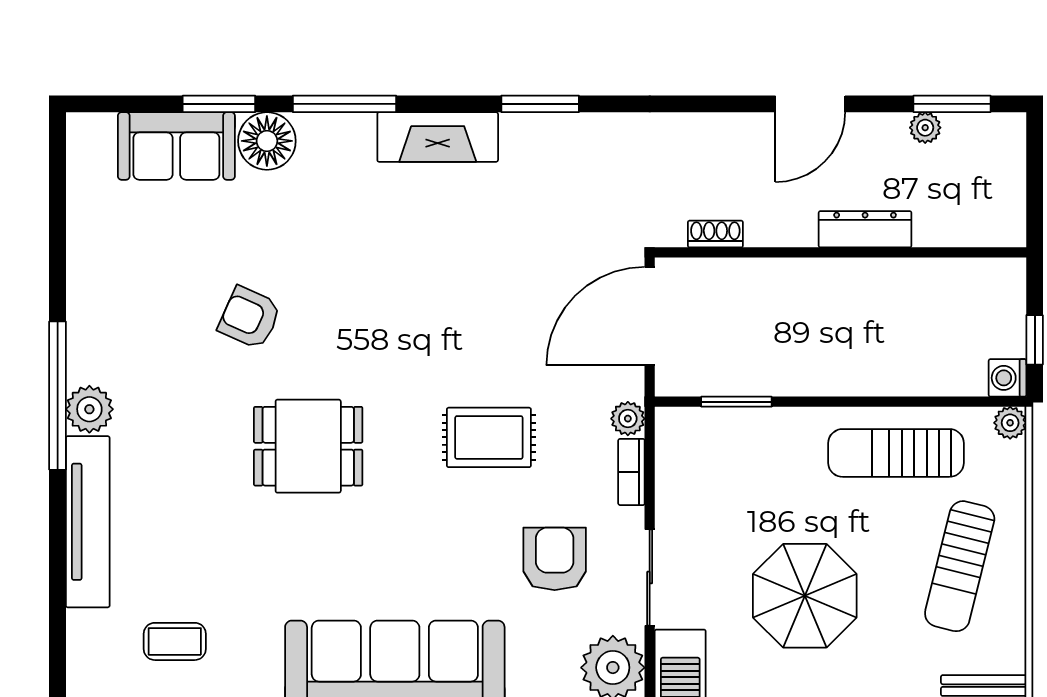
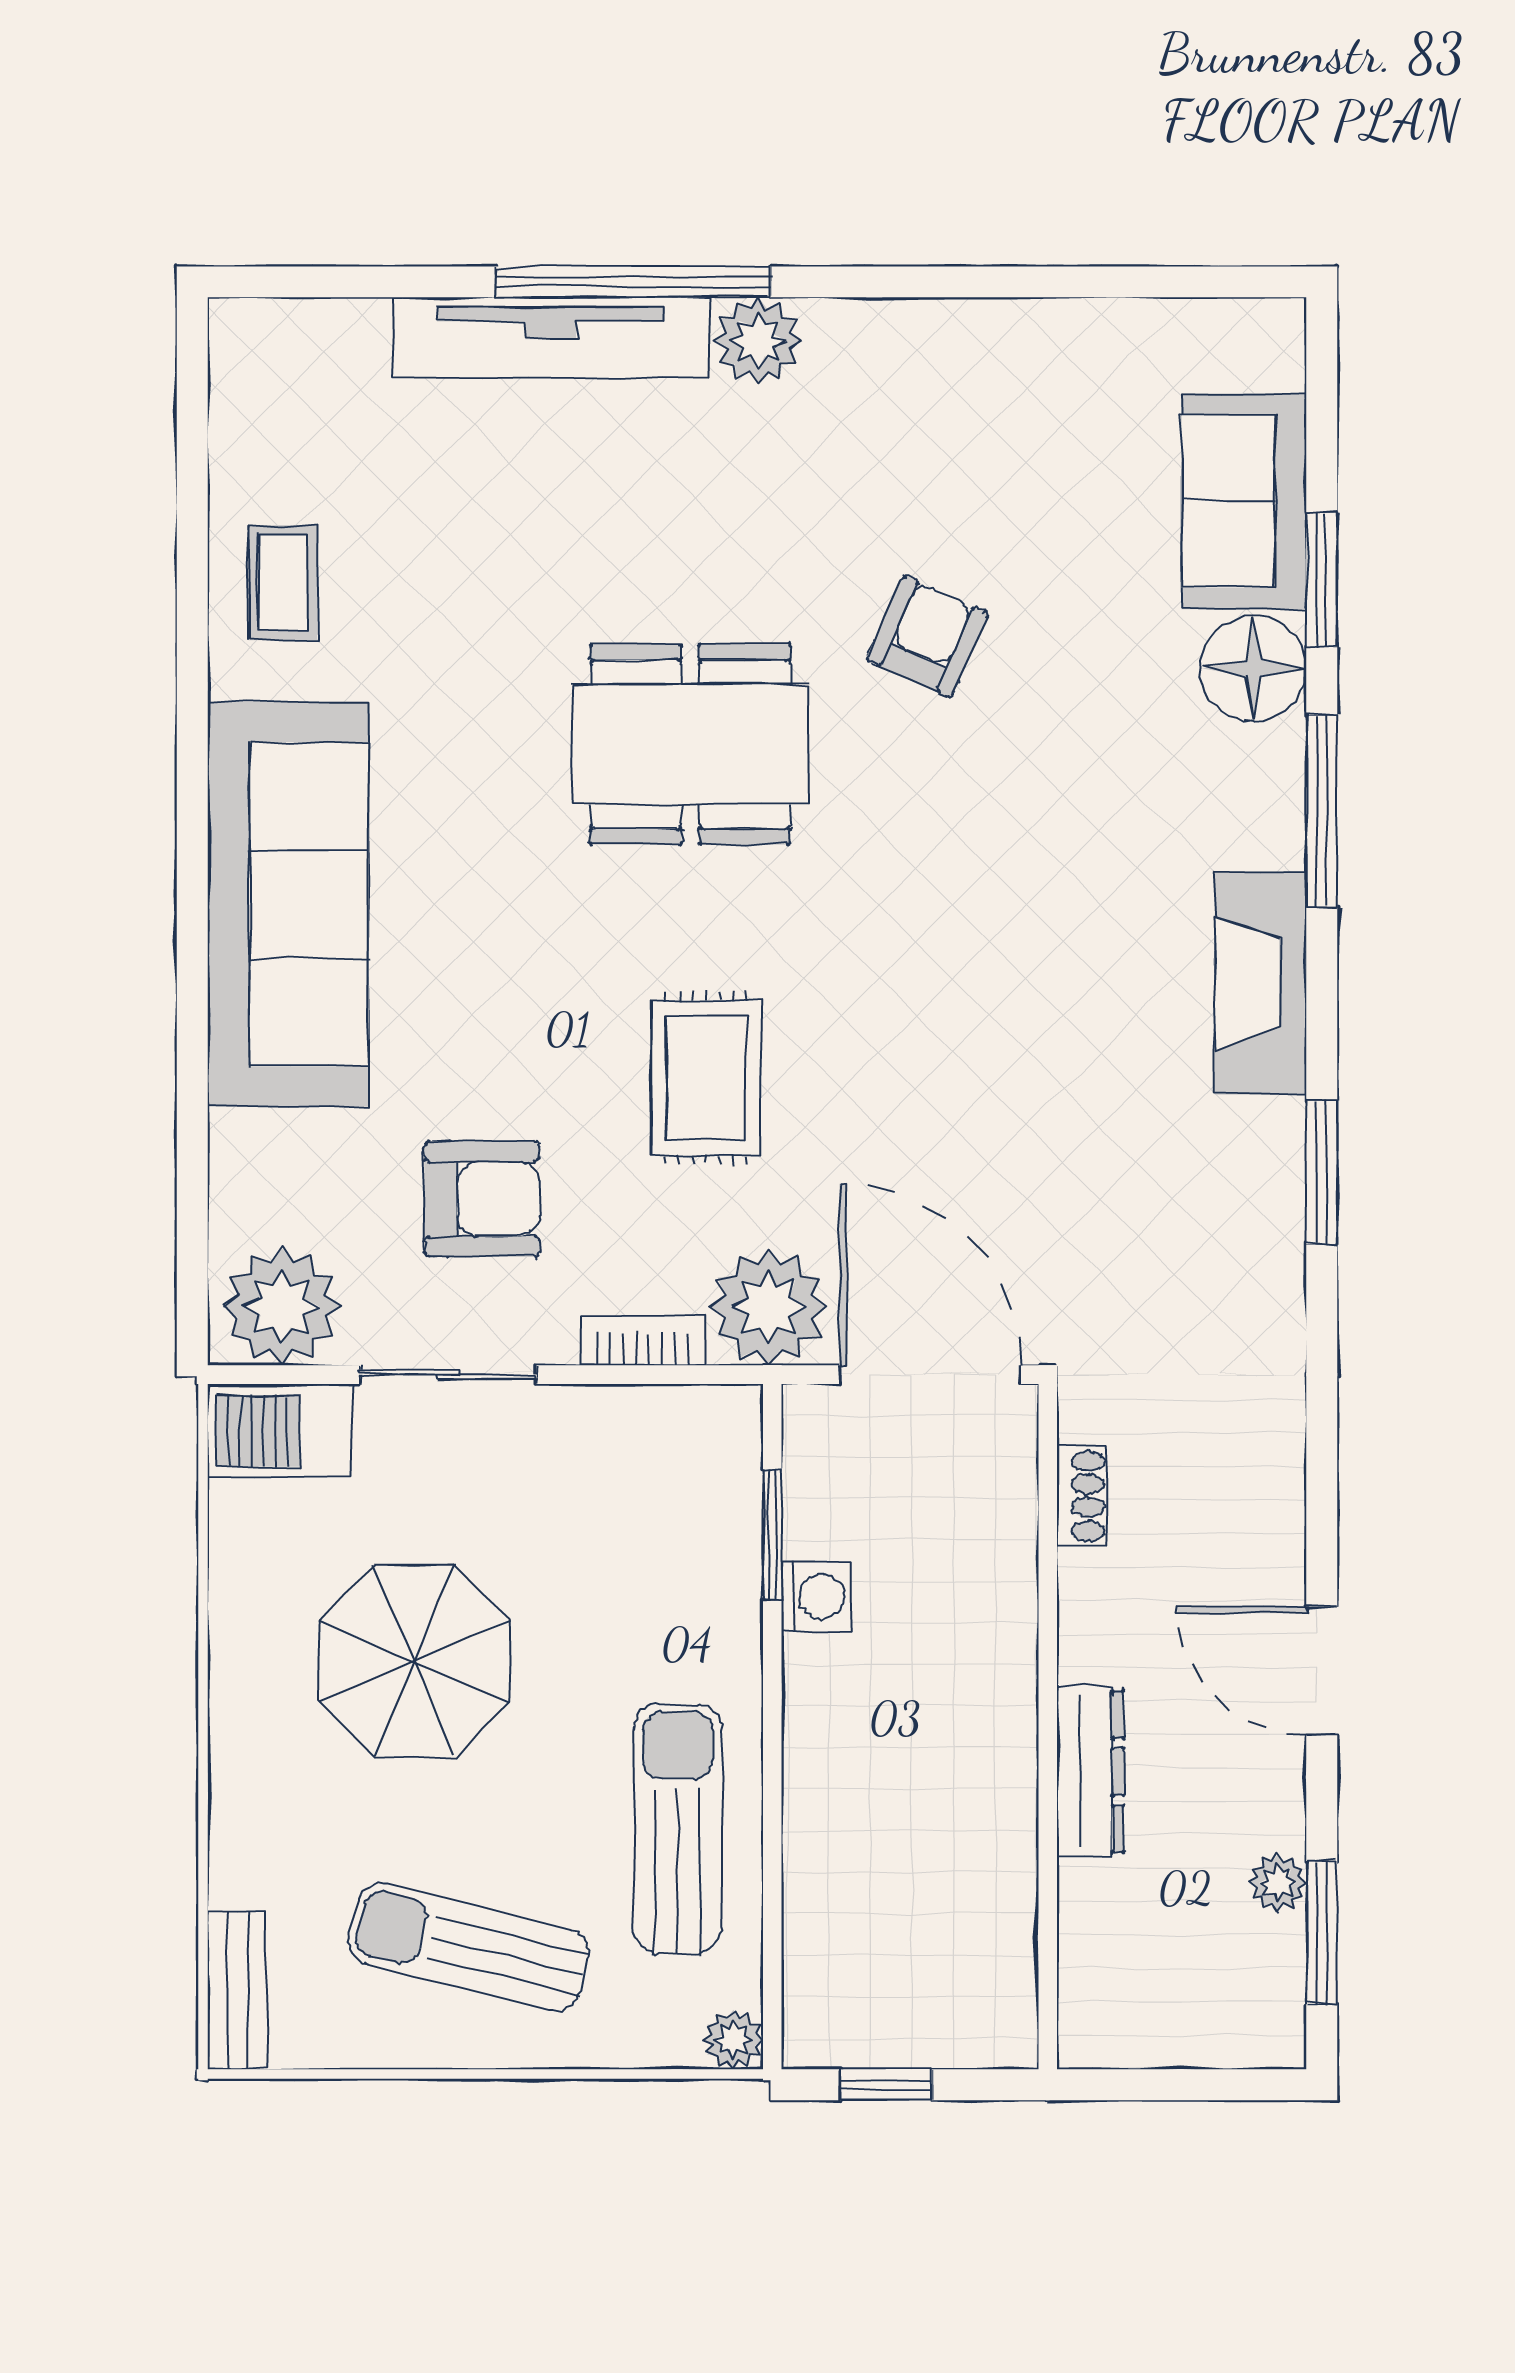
washing machine: (1007, 378) -> (816, 1596), moved, turned 90
window: (58, 396) -> (633, 282), moved
plant: (628, 419) -> (768, 1307), width x1.88, depth x1.88
dining table: (308, 446) -> (690, 744), width x1.38
coffee table: (175, 641) -> (283, 583), moved

